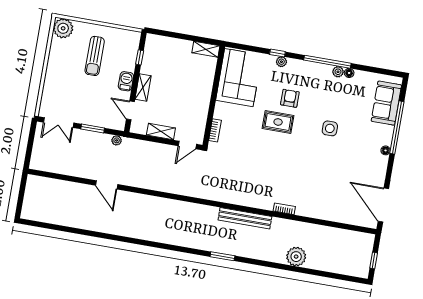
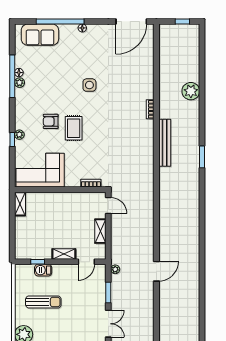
window: (327, 62) -> (12, 76), moved
barbecue: (126, 81) -> (43, 270), moved
side table: (330, 128) -> (89, 85), moved

